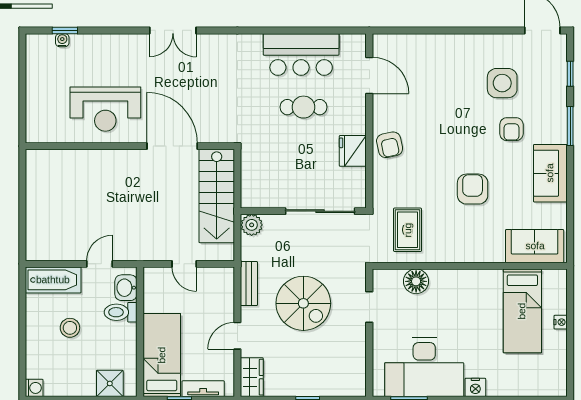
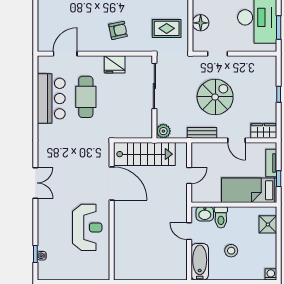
cafe table: (303, 107) -> (86, 97), width x1.37, depth x1.35
armchair: (390, 145) -> (118, 30), moved
door: (172, 146) -> (112, 183), swing flipped

